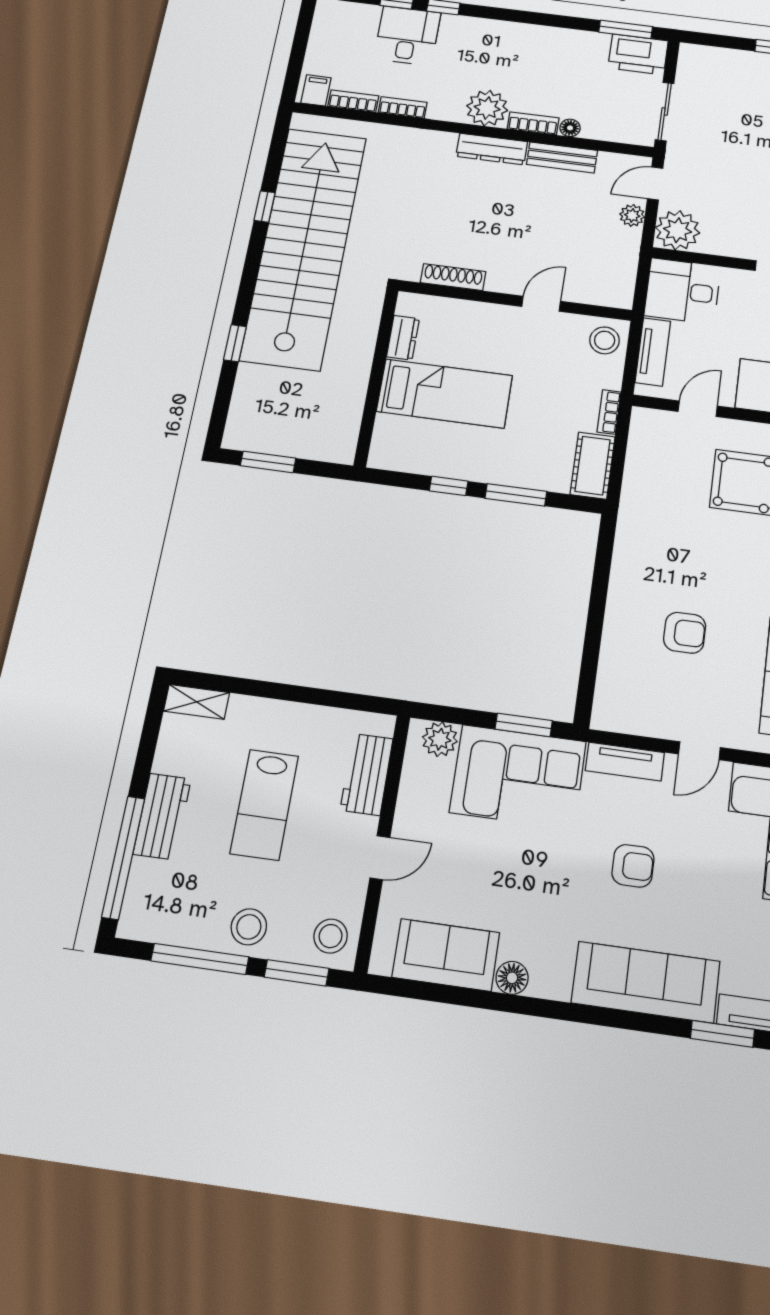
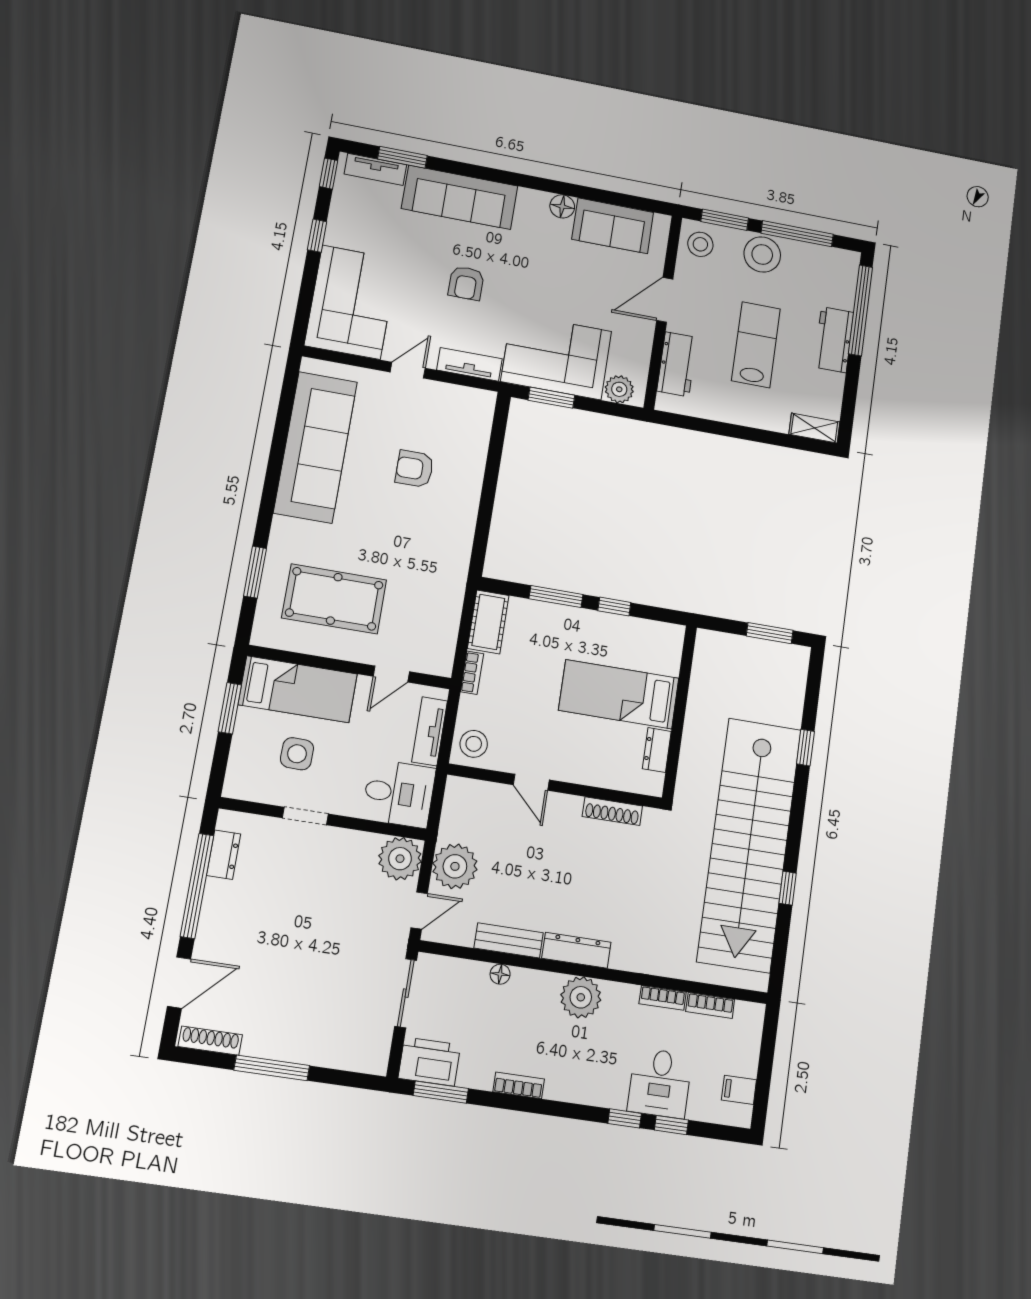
filing cabinet: (316, 90) -> (739, 1090), moved, turned 90
bookcase: (533, 123) -> (519, 1085), moved, turned 180
plant: (632, 215) -> (455, 866), width x1.87, depth x1.87
door: (541, 304) -> (531, 782), hinge flipped
door: (380, 858) -> (665, 300), width x1.38
armchair: (633, 866) -> (466, 283), turned -90
stool: (249, 927) -> (762, 254), width x1.38, depth x1.38

